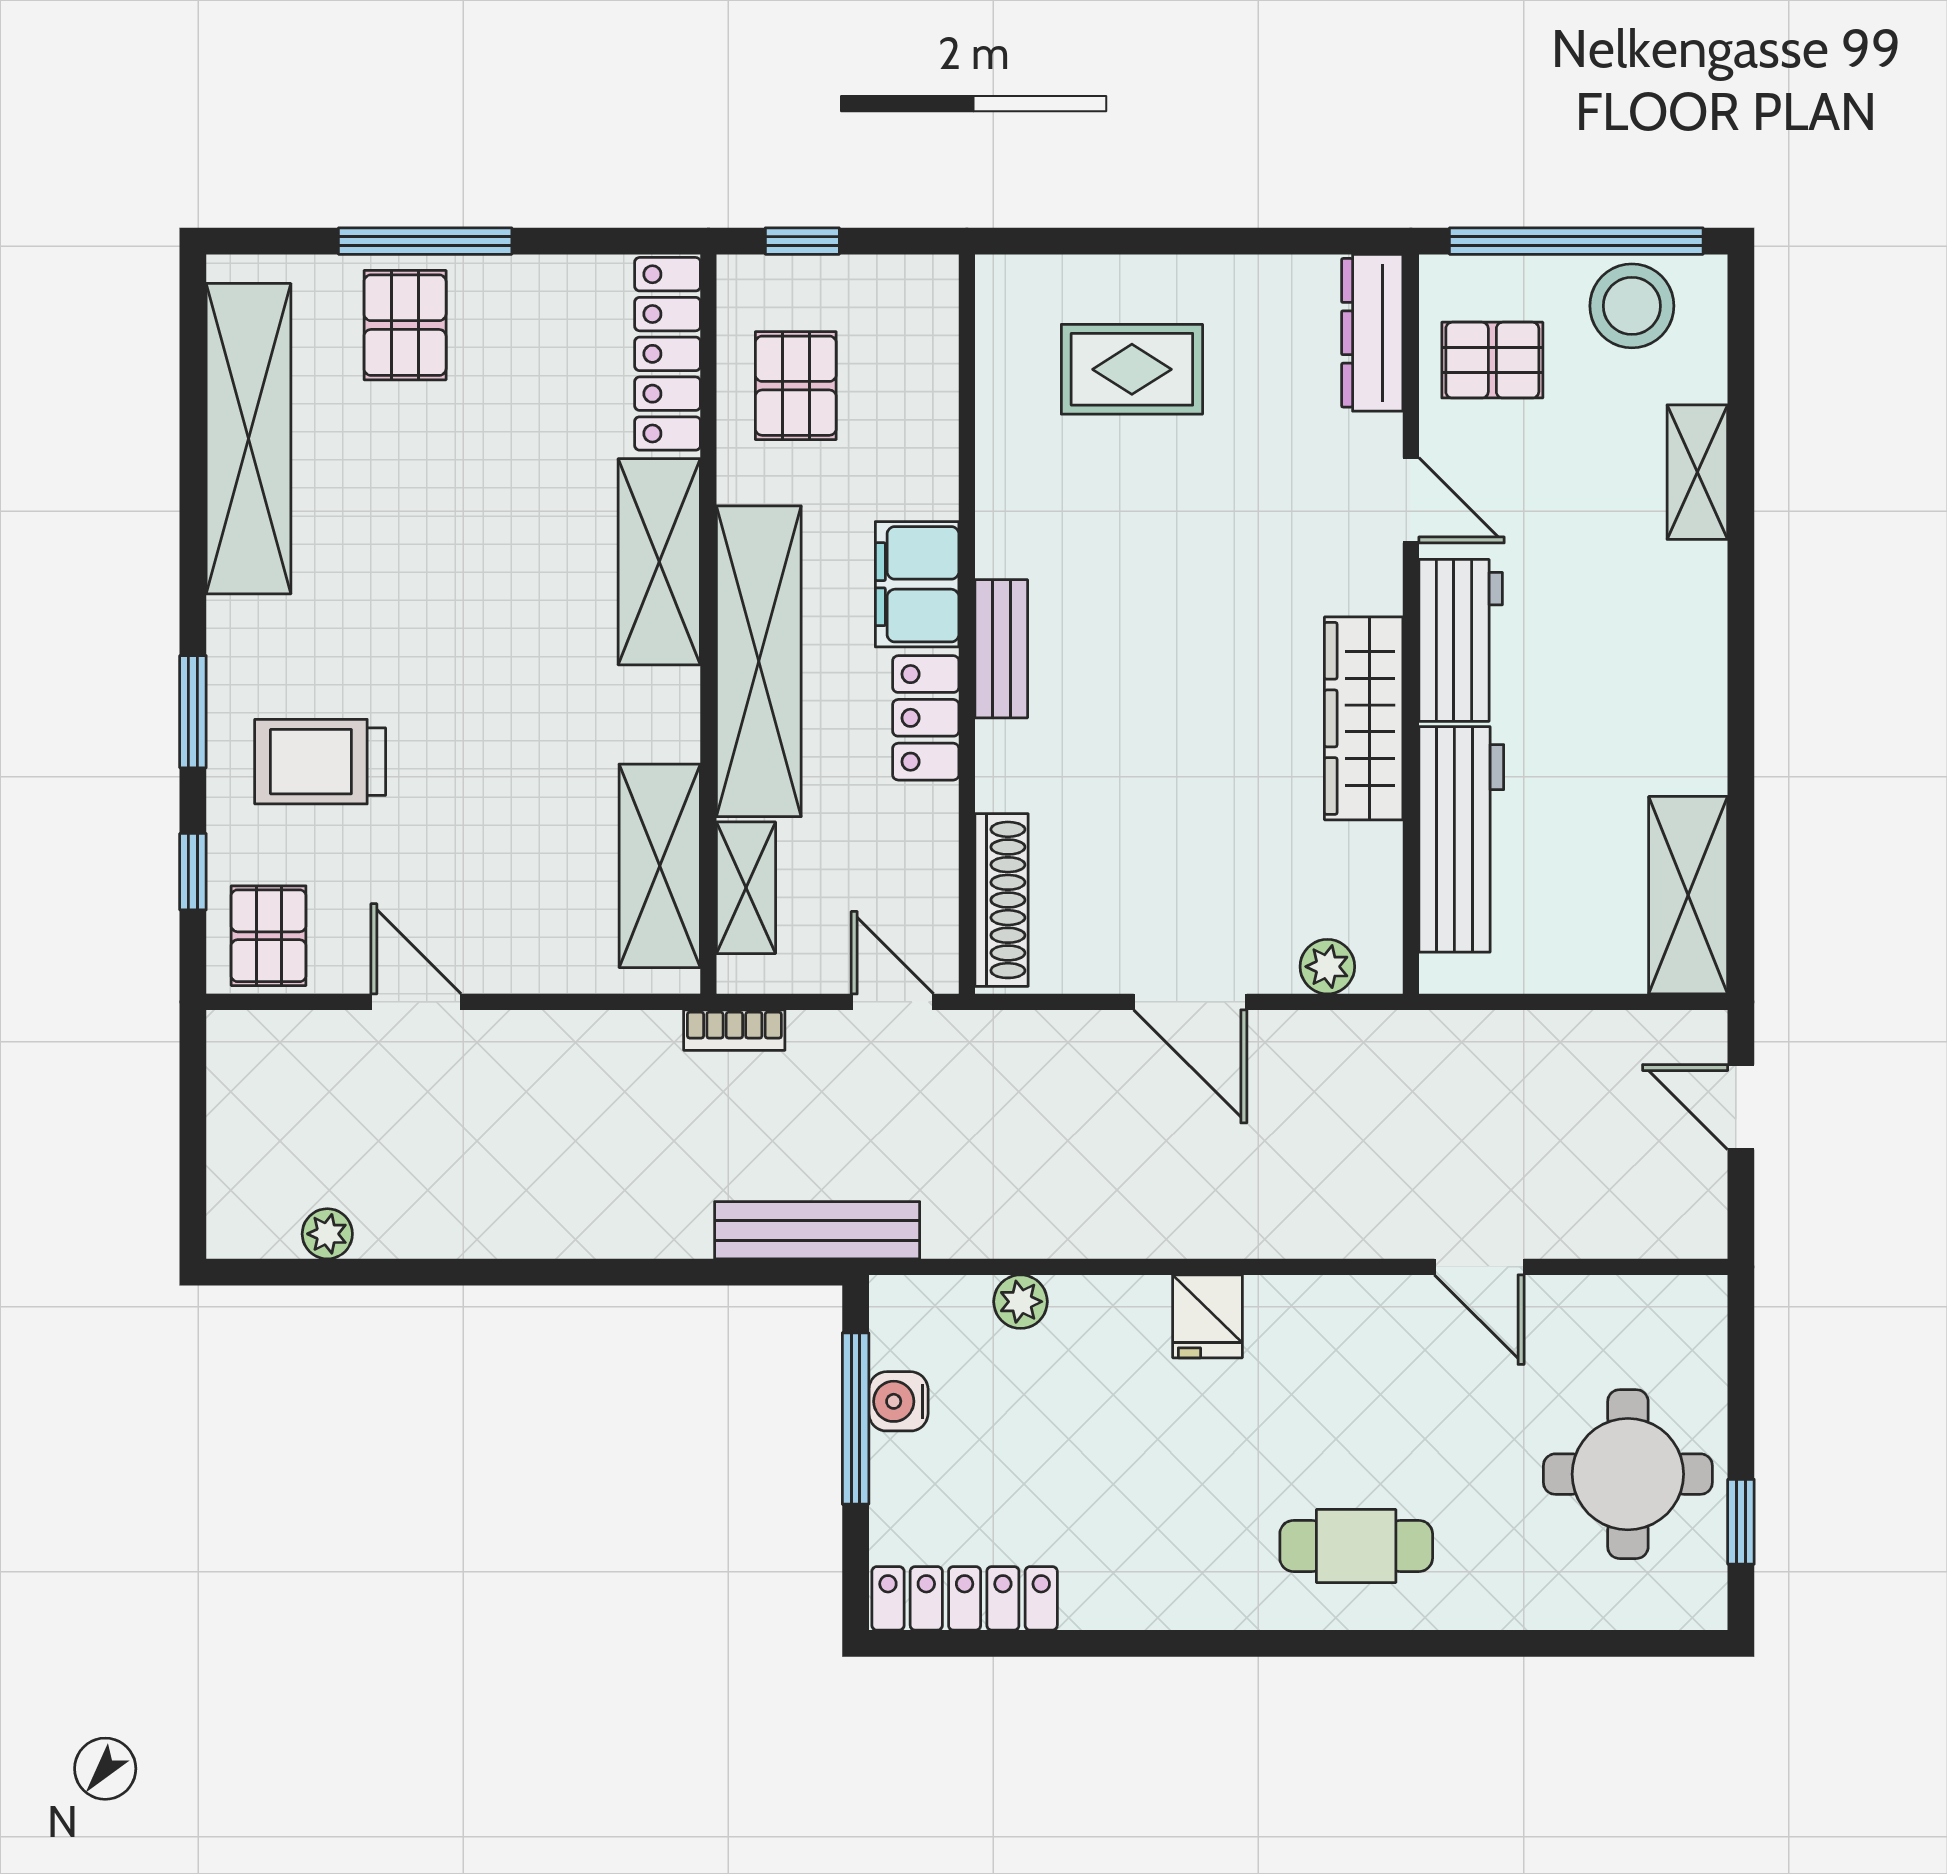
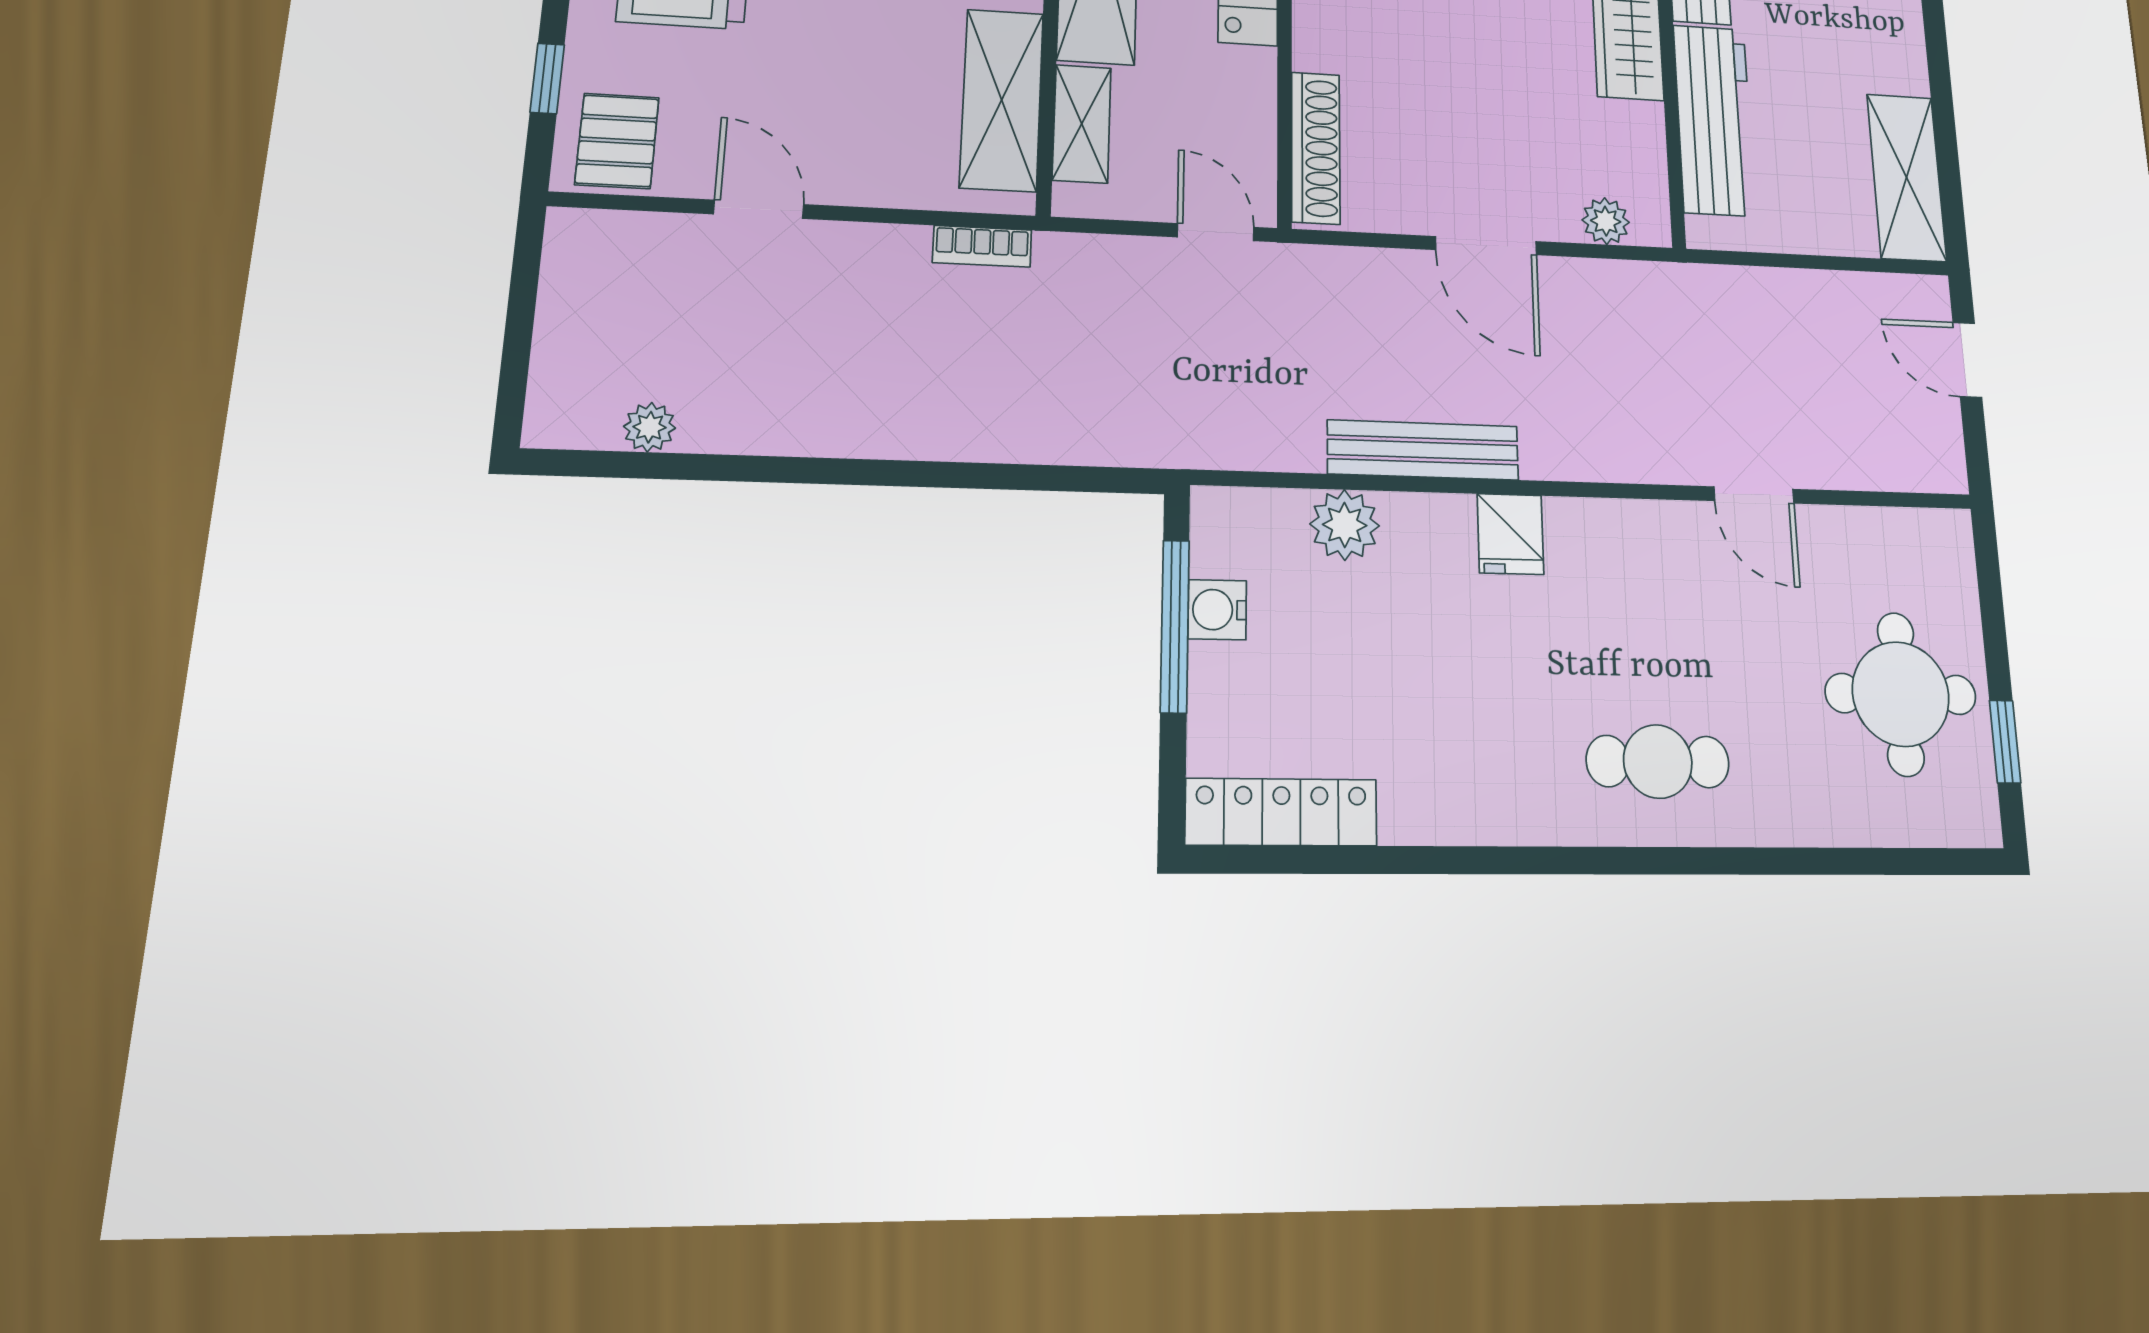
bookcase: (734, 1030) -> (982, 246), moved
bench: (817, 1230) -> (1423, 450), moved
plant: (1021, 1302) -> (1345, 525), width x1.38, depth x1.38

